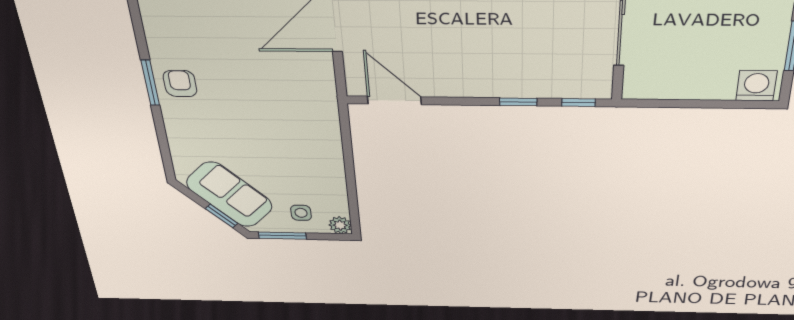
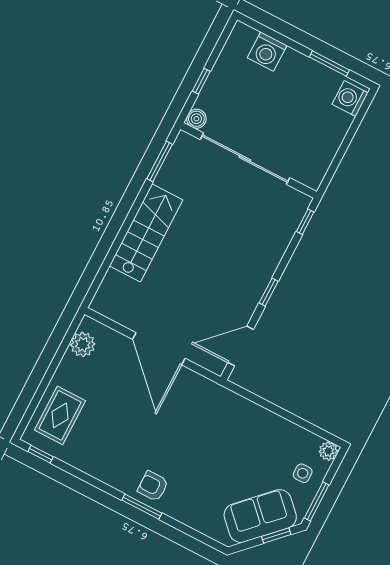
window: (518, 102) -> (269, 292), moved

